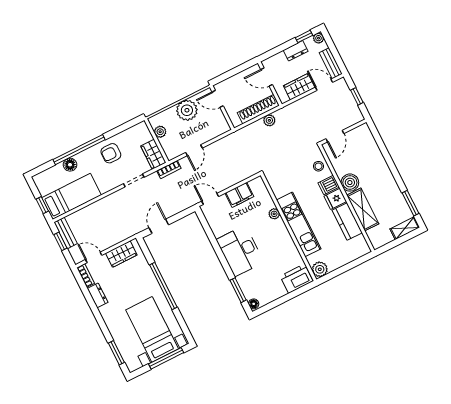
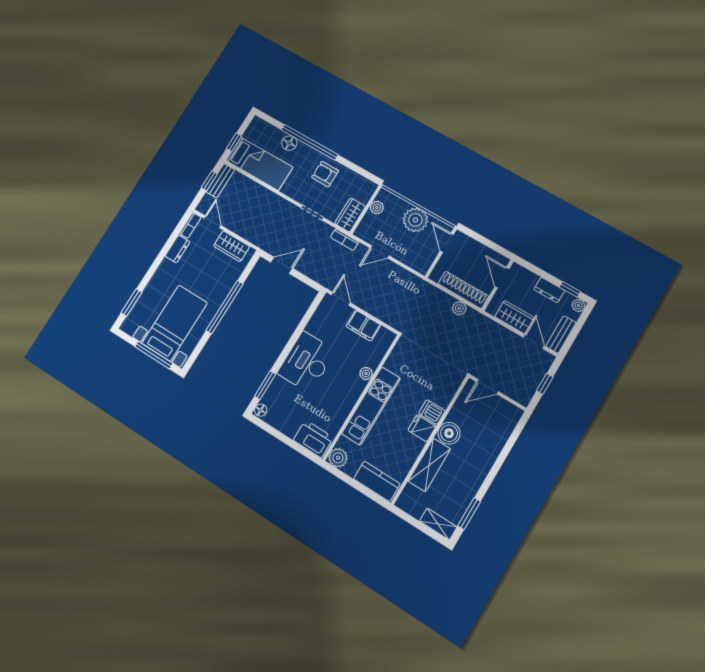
stool: (318, 166) -> (445, 389), removed
kitchen counter: (347, 222) -> (377, 481), moved, turned 90

